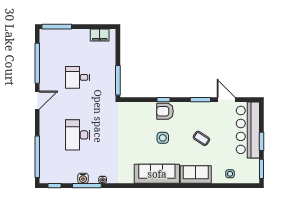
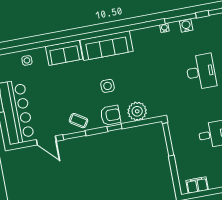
plant: (141, 110) -> (137, 111), added
coffee table: (201, 138) -> (79, 121), moved

